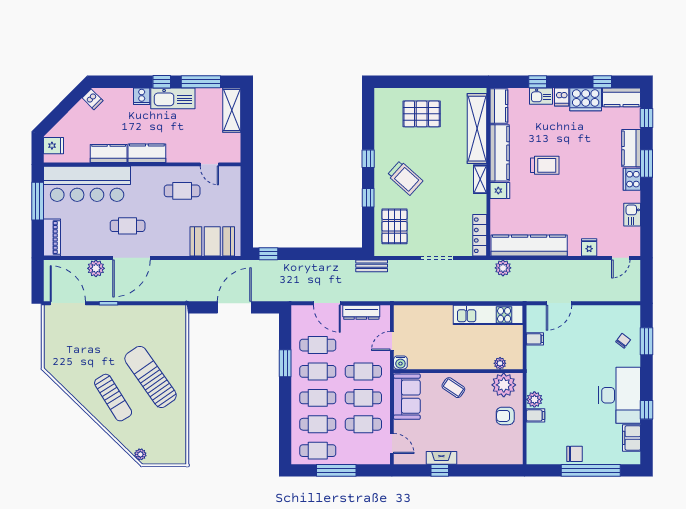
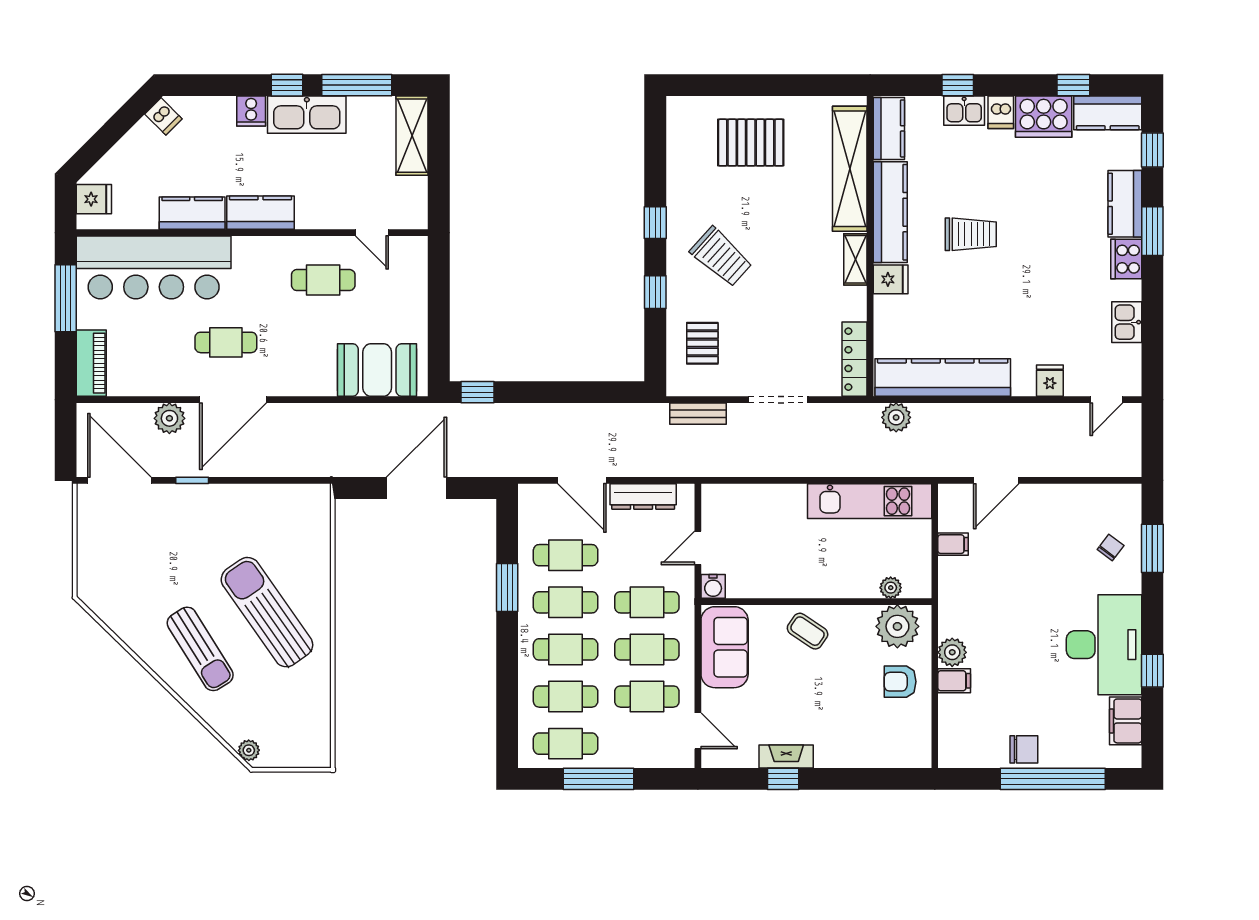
pallet: (394, 226) -> (702, 343), width x0.67, depth x0.71
bench: (372, 266) -> (698, 414), moved

